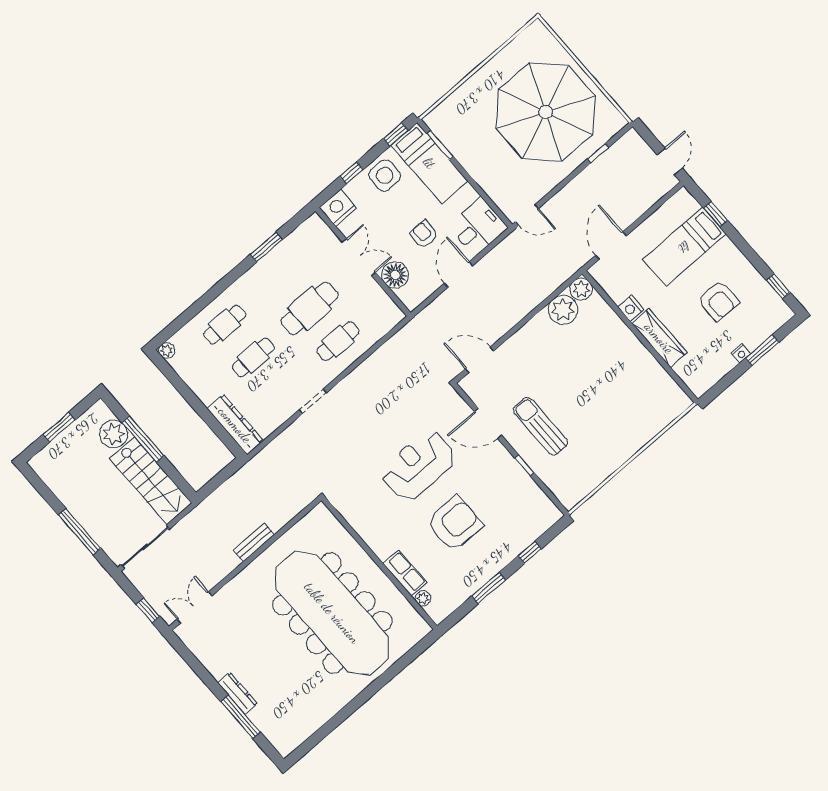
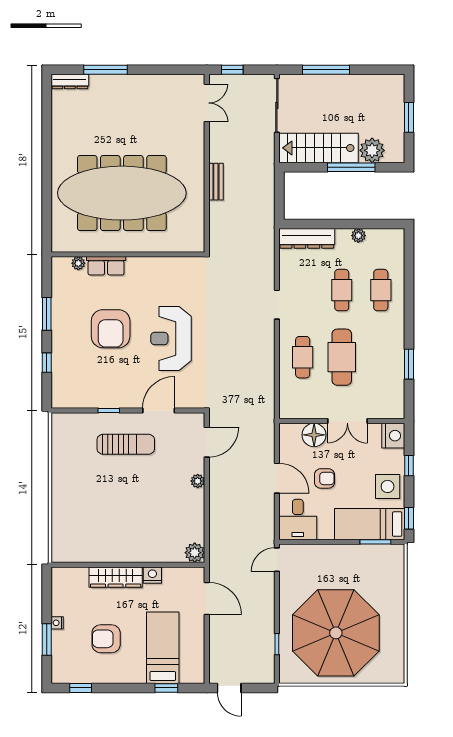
plant: (563, 310) -> (198, 481), moved, width x0.53, depth x0.53
plant: (167, 350) -> (358, 236), moved
reception desk: (419, 465) -> (171, 339), turned 180
dresser: (238, 693) -> (70, 82), moved

